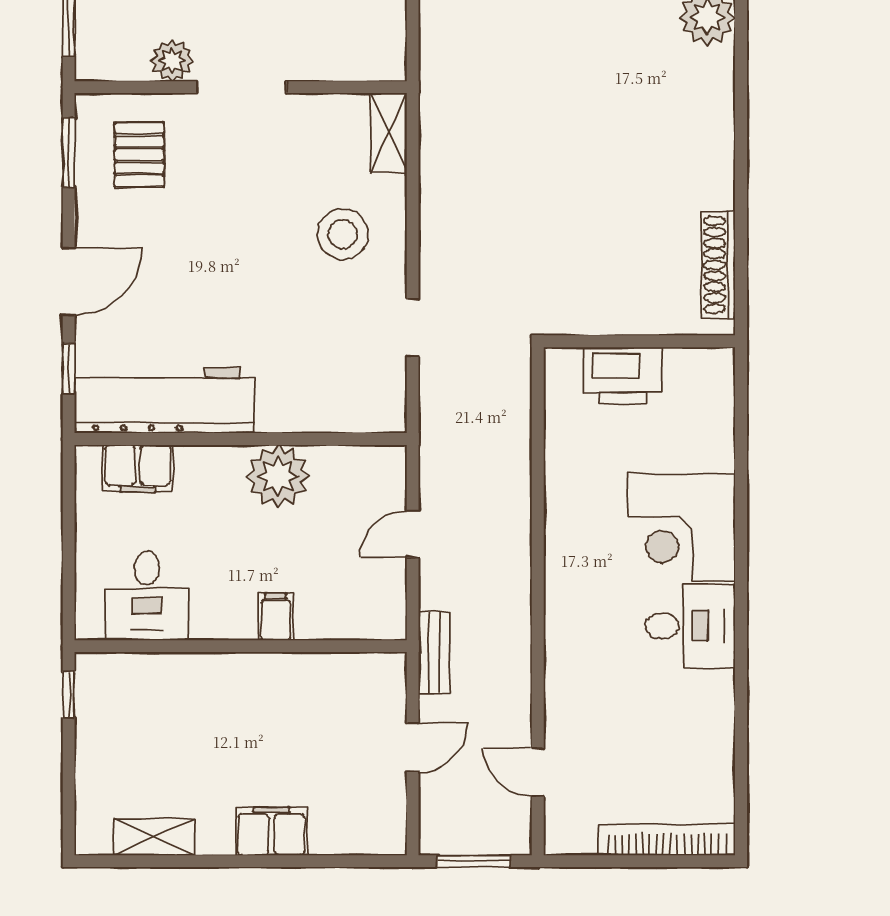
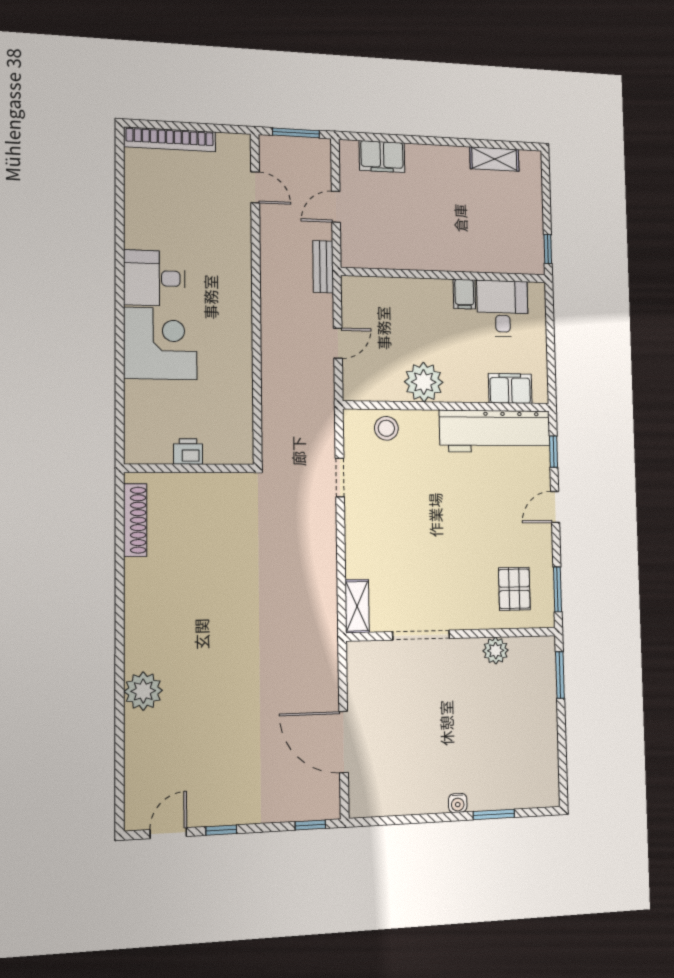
doorway: (241, 87) -> (421, 635), moved
stool: (343, 234) -> (386, 428), moved, width x0.73, depth x0.73
door: (69, 281) -> (555, 507), width x0.73
printer: (623, 375) -> (188, 451), width x0.53, depth x0.68
filing cabinet: (276, 617) -> (464, 294), moved
filing cabinet: (271, 831) -> (382, 156), moved

